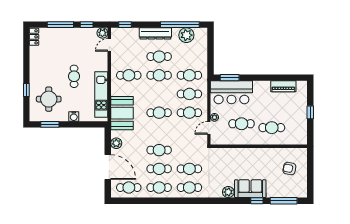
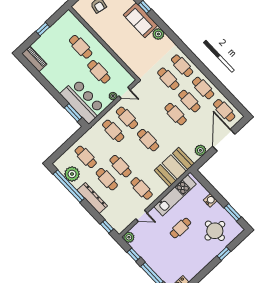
door: (109, 45) -> (141, 216), moved
cafe table: (189, 75) -> (86, 157), moved
piano: (283, 86) -> (34, 59), moved

